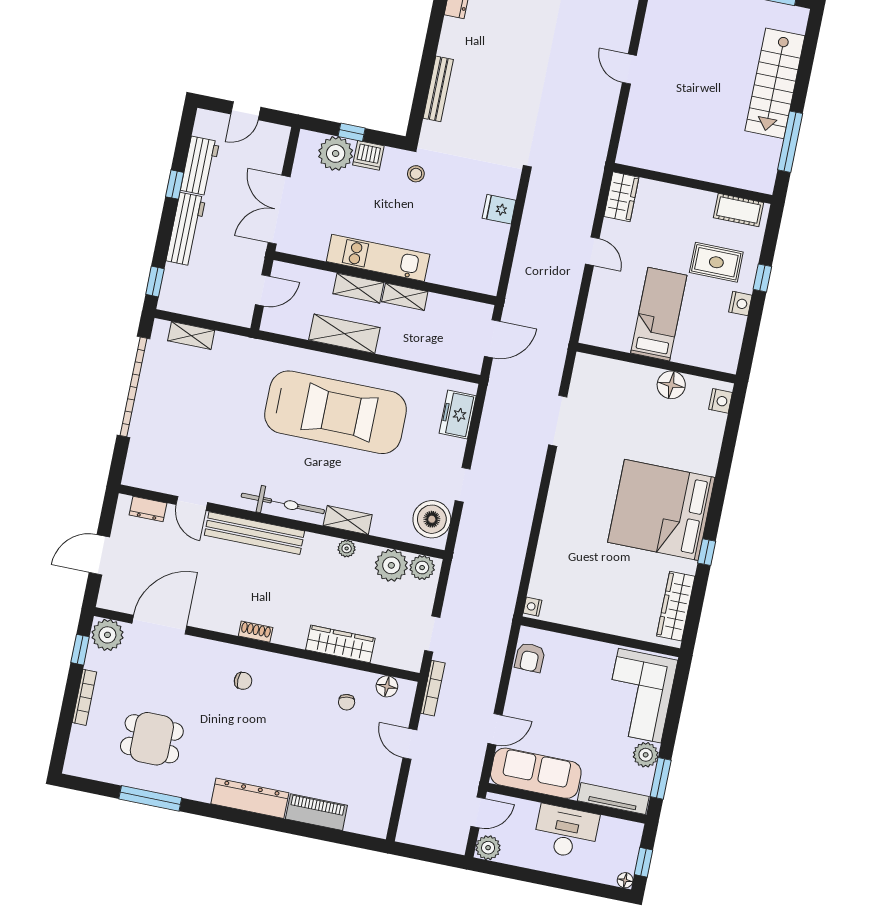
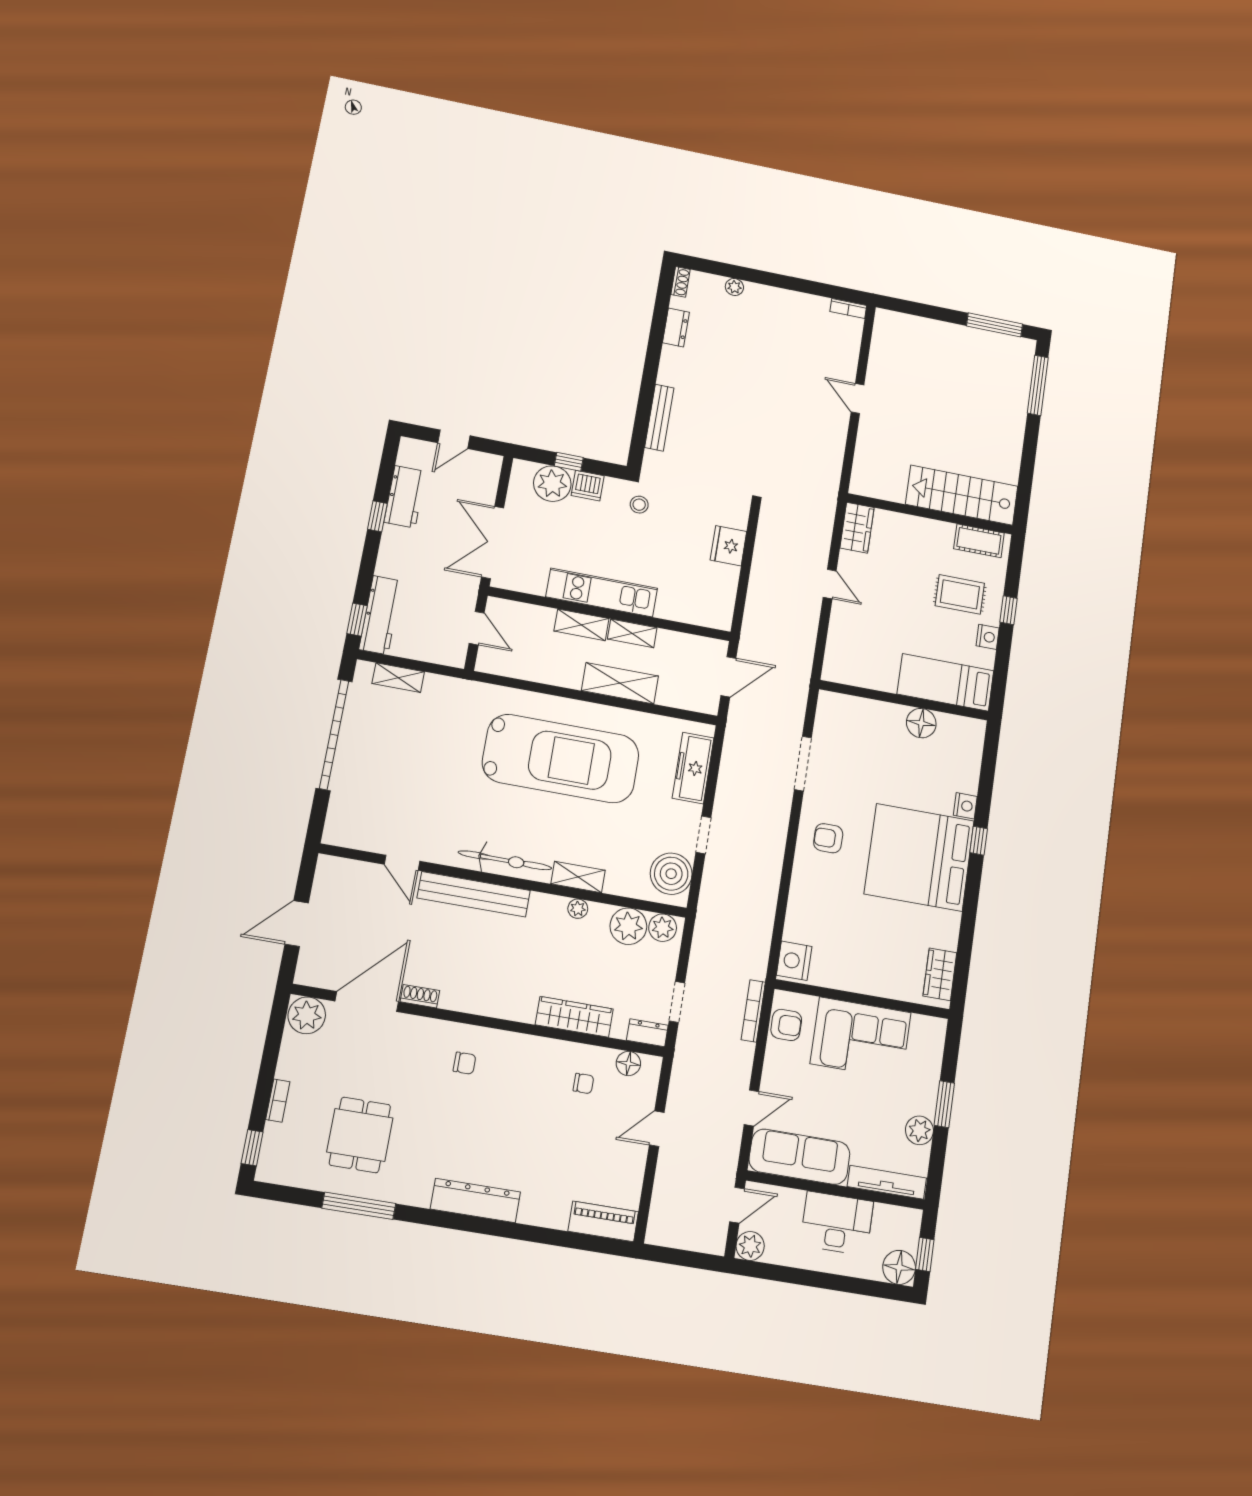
stairs: (775, 83) -> (962, 495), moved, turned 90
window: (790, 142) -> (1038, 385), moved
fridge: (499, 209) -> (728, 546), width x1.38
workbench: (186, 229) -> (380, 615), moved
door: (263, 290) -> (477, 628), hinge flipped
bed: (659, 314) -> (945, 682), moved, turned -90
shelving: (344, 334) -> (620, 683), moved
nightstand: (720, 401) -> (965, 806), moved
freezer: (458, 414) -> (693, 768), width x1.40
armchair: (577, 490) -> (828, 838), added
dresser: (148, 509) -> (647, 1033), moved, turned 180
window: (707, 552) -> (979, 841), moved
wardrobe: (676, 606) -> (940, 974), width x0.67
nightstand: (532, 607) -> (794, 961), width x1.89, depth x1.79
shoe rack: (256, 632) -> (420, 996), moved
window: (80, 650) -> (252, 1148), moved
armchair: (530, 658) -> (786, 1025), turned -91
bookcase: (433, 688) -> (753, 1011), moved, turned 180
corner sofa: (640, 696) -> (861, 1038), moved, turned -90
bookcase: (84, 697) -> (278, 1101), width x0.64
chair: (347, 702) -> (583, 1083), turned -82
dining table: (152, 739) -> (360, 1135), turned 90
door: (410, 744) -> (657, 1129), hinge flipped
window: (661, 778) -> (944, 1104), moved
piano: (316, 812) -> (603, 1221), moved
floor lamp: (625, 880) -> (899, 1267), width x1.89, depth x1.89

